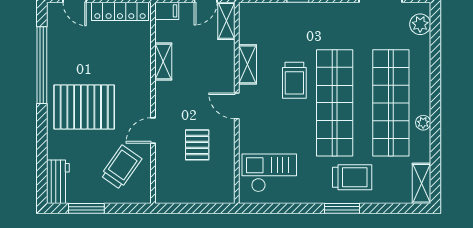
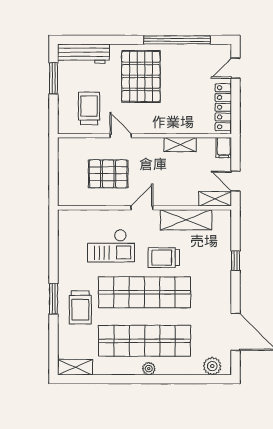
shelving: (247, 64) -> (186, 220), width x1.50, depth x1.33
plant: (423, 123) -> (149, 369), moved
pallet: (197, 145) -> (108, 174), width x1.50, depth x1.42
trolley: (121, 167) -> (89, 108), turned -125
checkout: (269, 173) -> (111, 246), moved, turned 90
workbench: (58, 182) -> (83, 54), width x1.38

